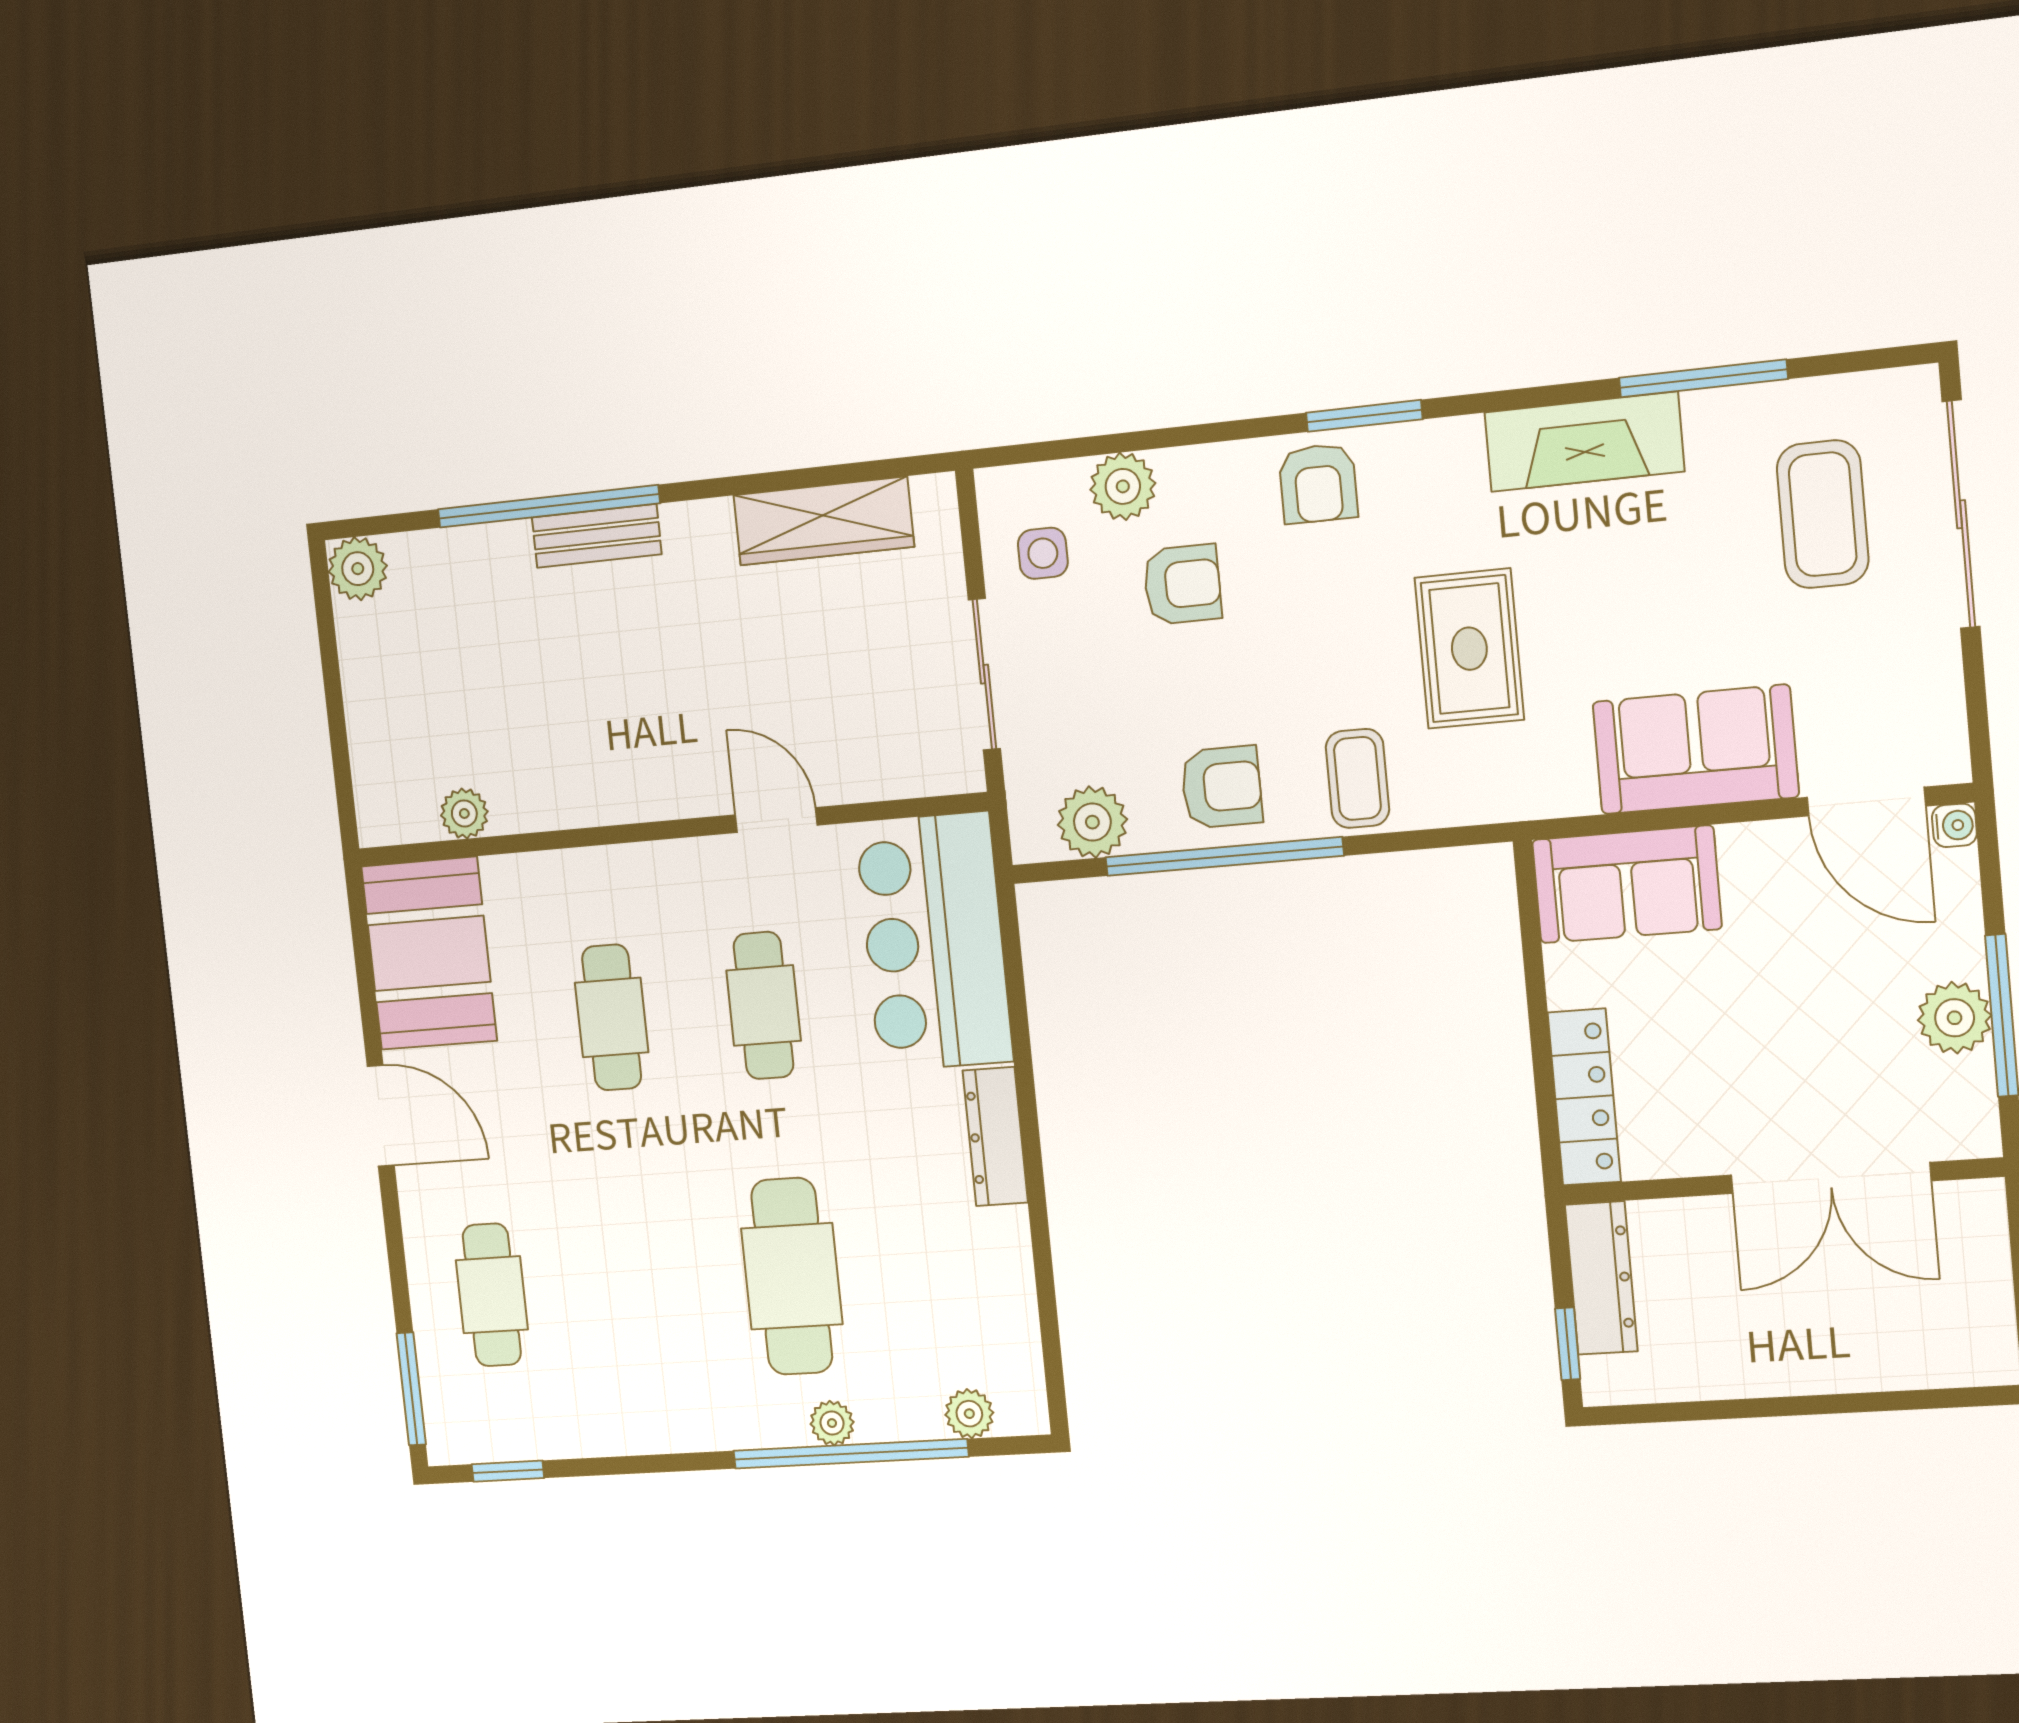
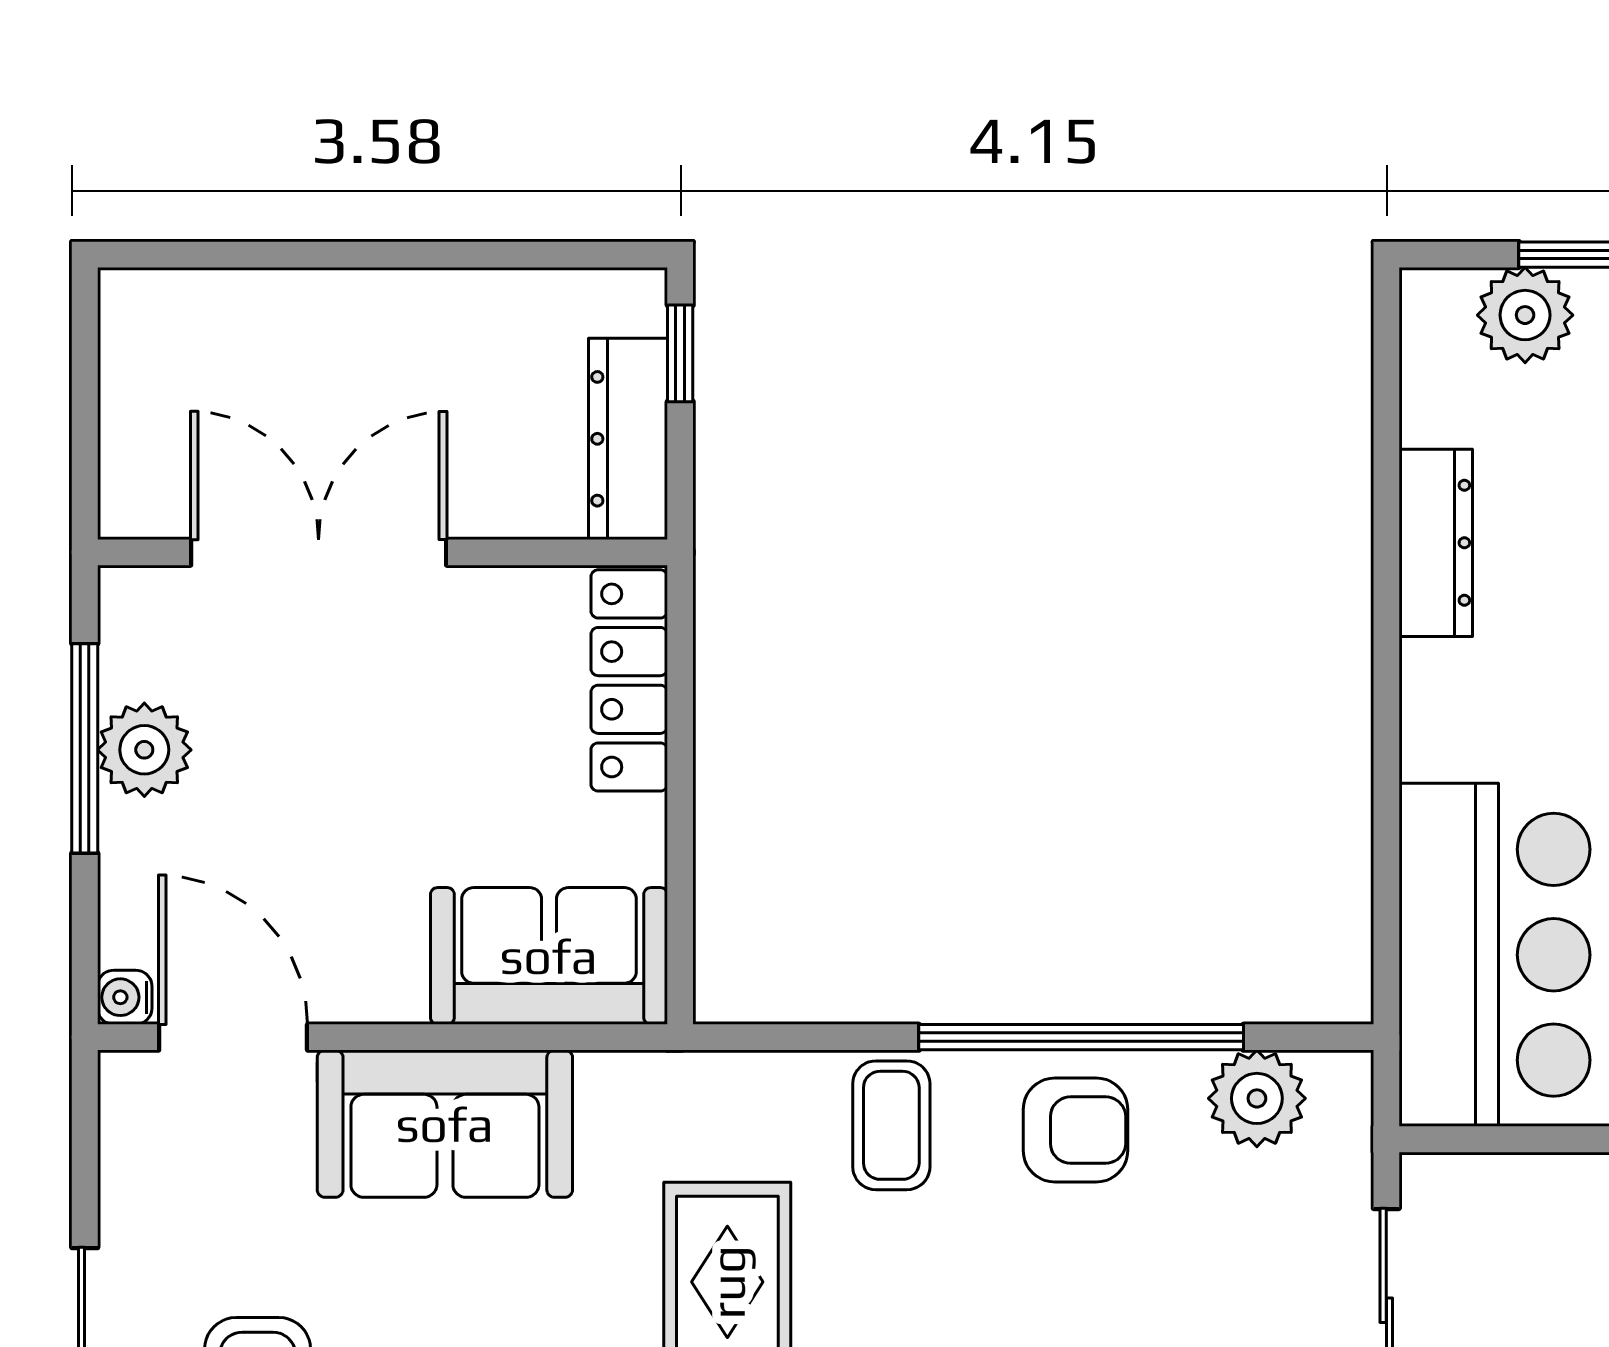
armchair: (1222, 787) -> (1076, 1130), turned 180
dresser: (995, 1136) -> (1436, 543), moved
plant: (969, 1414) -> (1525, 315), width x1.38, depth x1.38

